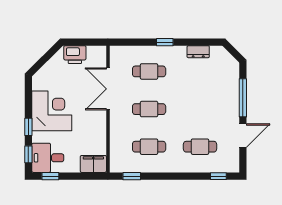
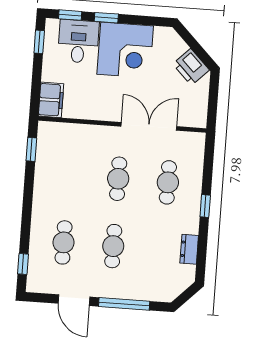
printer: (75, 55) -> (191, 67), moved, turned -45
cafe table: (149, 147) -> (113, 246), moved
desk: (48, 158) -> (78, 41), moved

